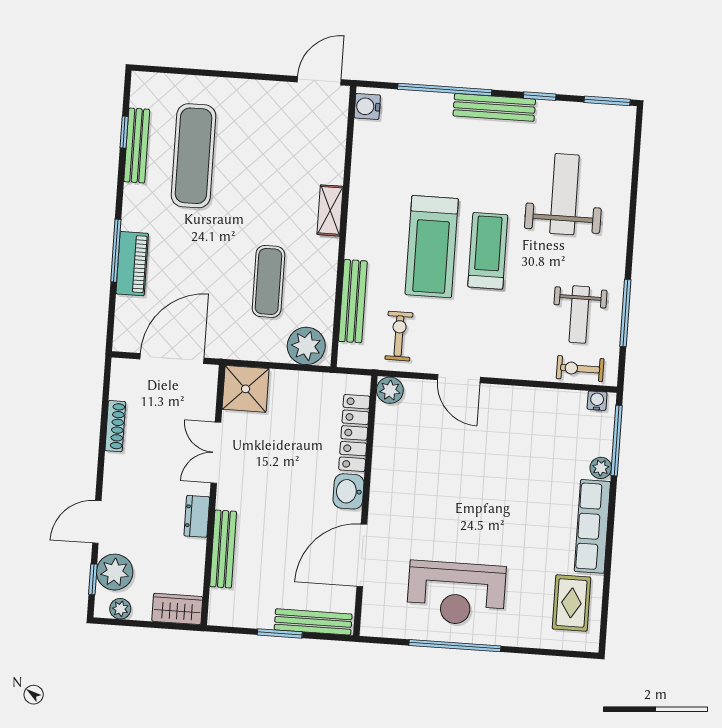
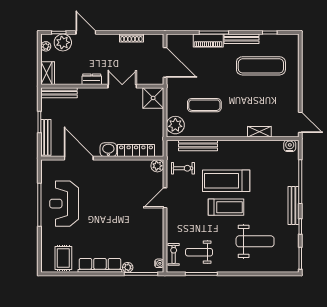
bench: (137, 145) -> (241, 39), moved
shelving: (330, 210) -> (259, 132), moved
bench: (223, 549) -> (59, 93), moved
rug: (571, 603) -> (63, 258), turned 90

